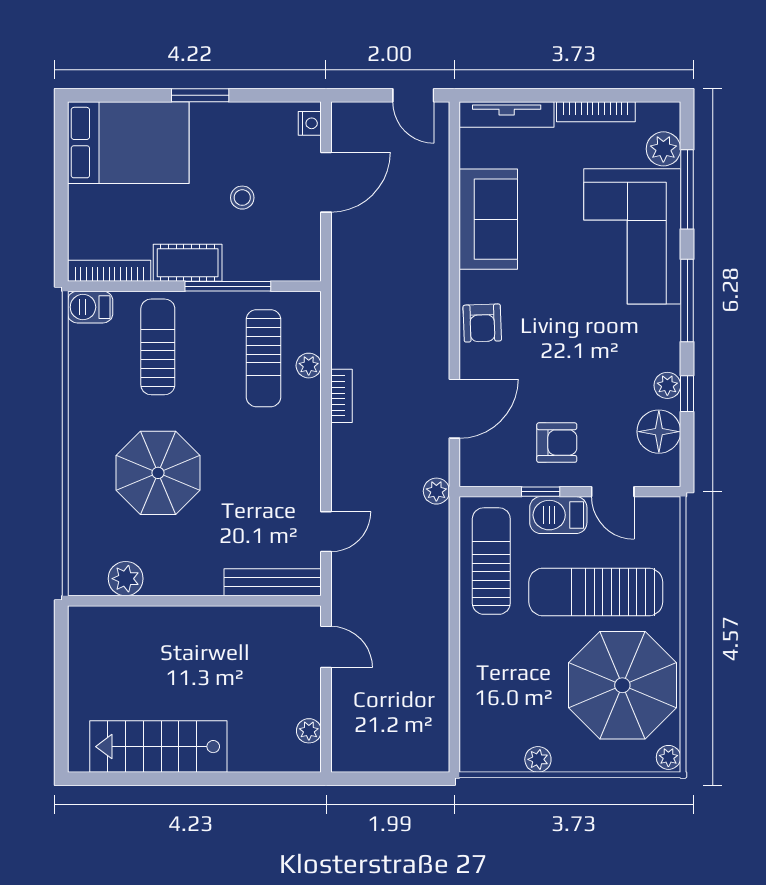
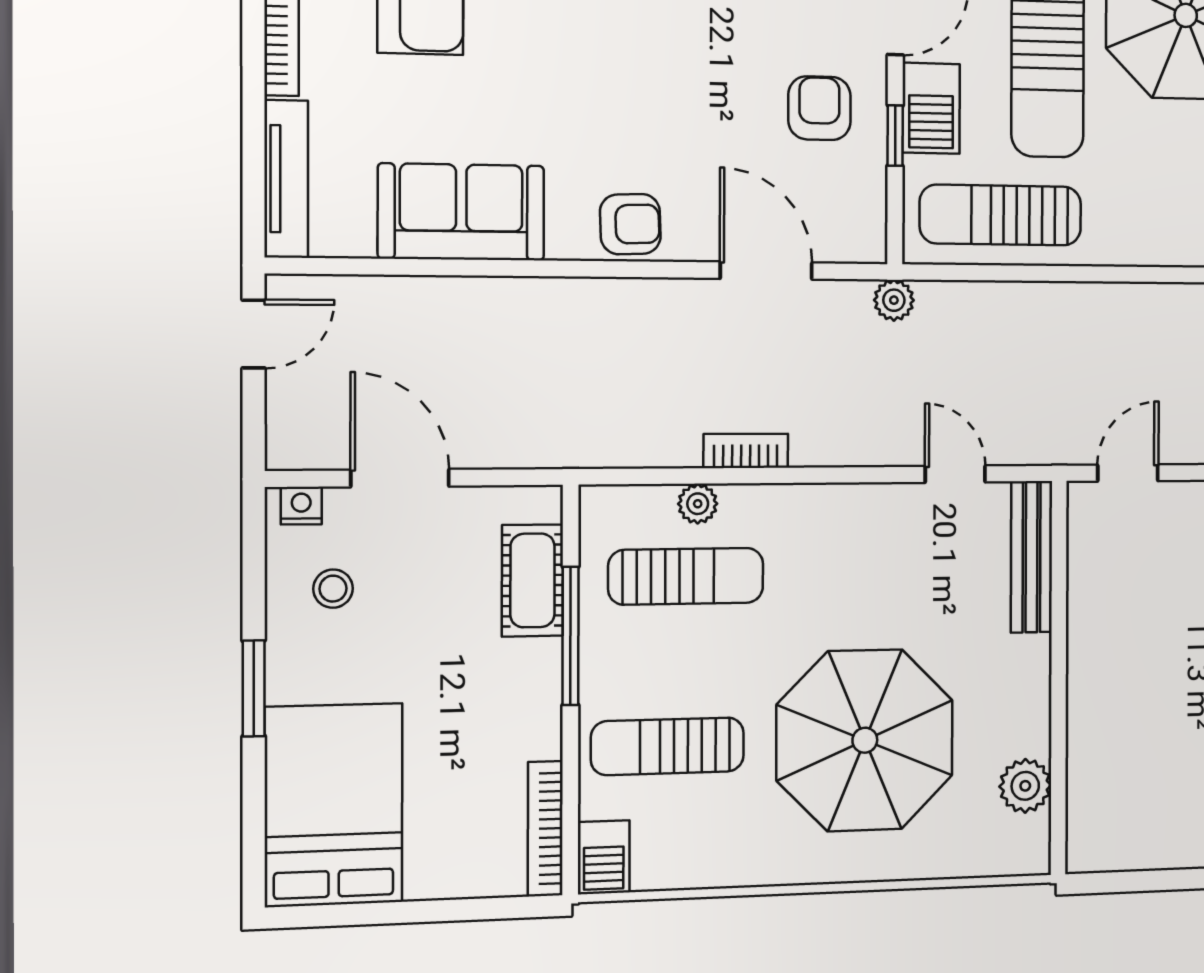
stool: (242, 198) -> (333, 589), moved
cot: (188, 263) -> (532, 580), moved
parasol: (158, 473) -> (865, 740), width x1.36, depth x1.36

